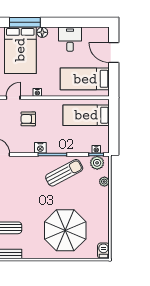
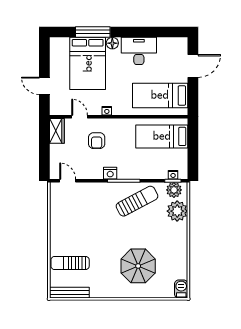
desk: (70, 39) -> (139, 51), width x1.37
door: (114, 53) -> (193, 66), swing flipped
door: (13, 98) -> (80, 117), hinge flipped
armchair: (28, 119) -> (97, 141), turned -90
plant: (104, 182) -> (177, 211), width x1.87, depth x1.87
parasol: (65, 230) -> (138, 266), width x0.73, depth x0.73

